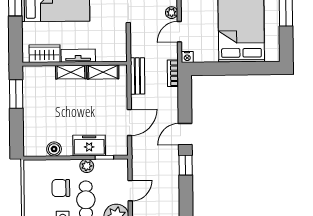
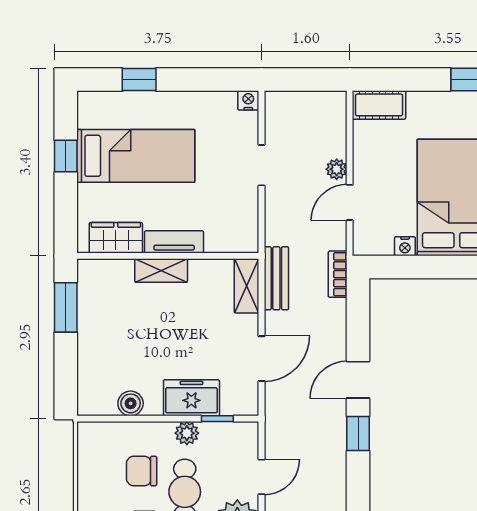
nightstand: (187, 57) -> (405, 246), moved
shelving: (103, 72) -> (247, 286), moved, turned 90

